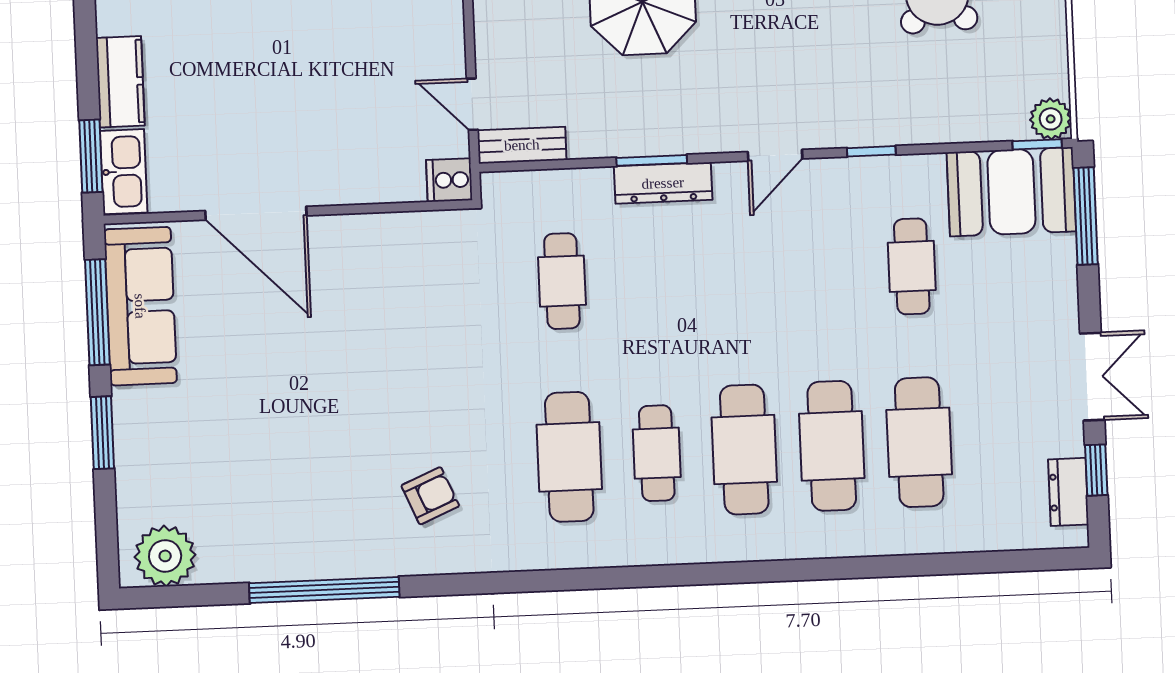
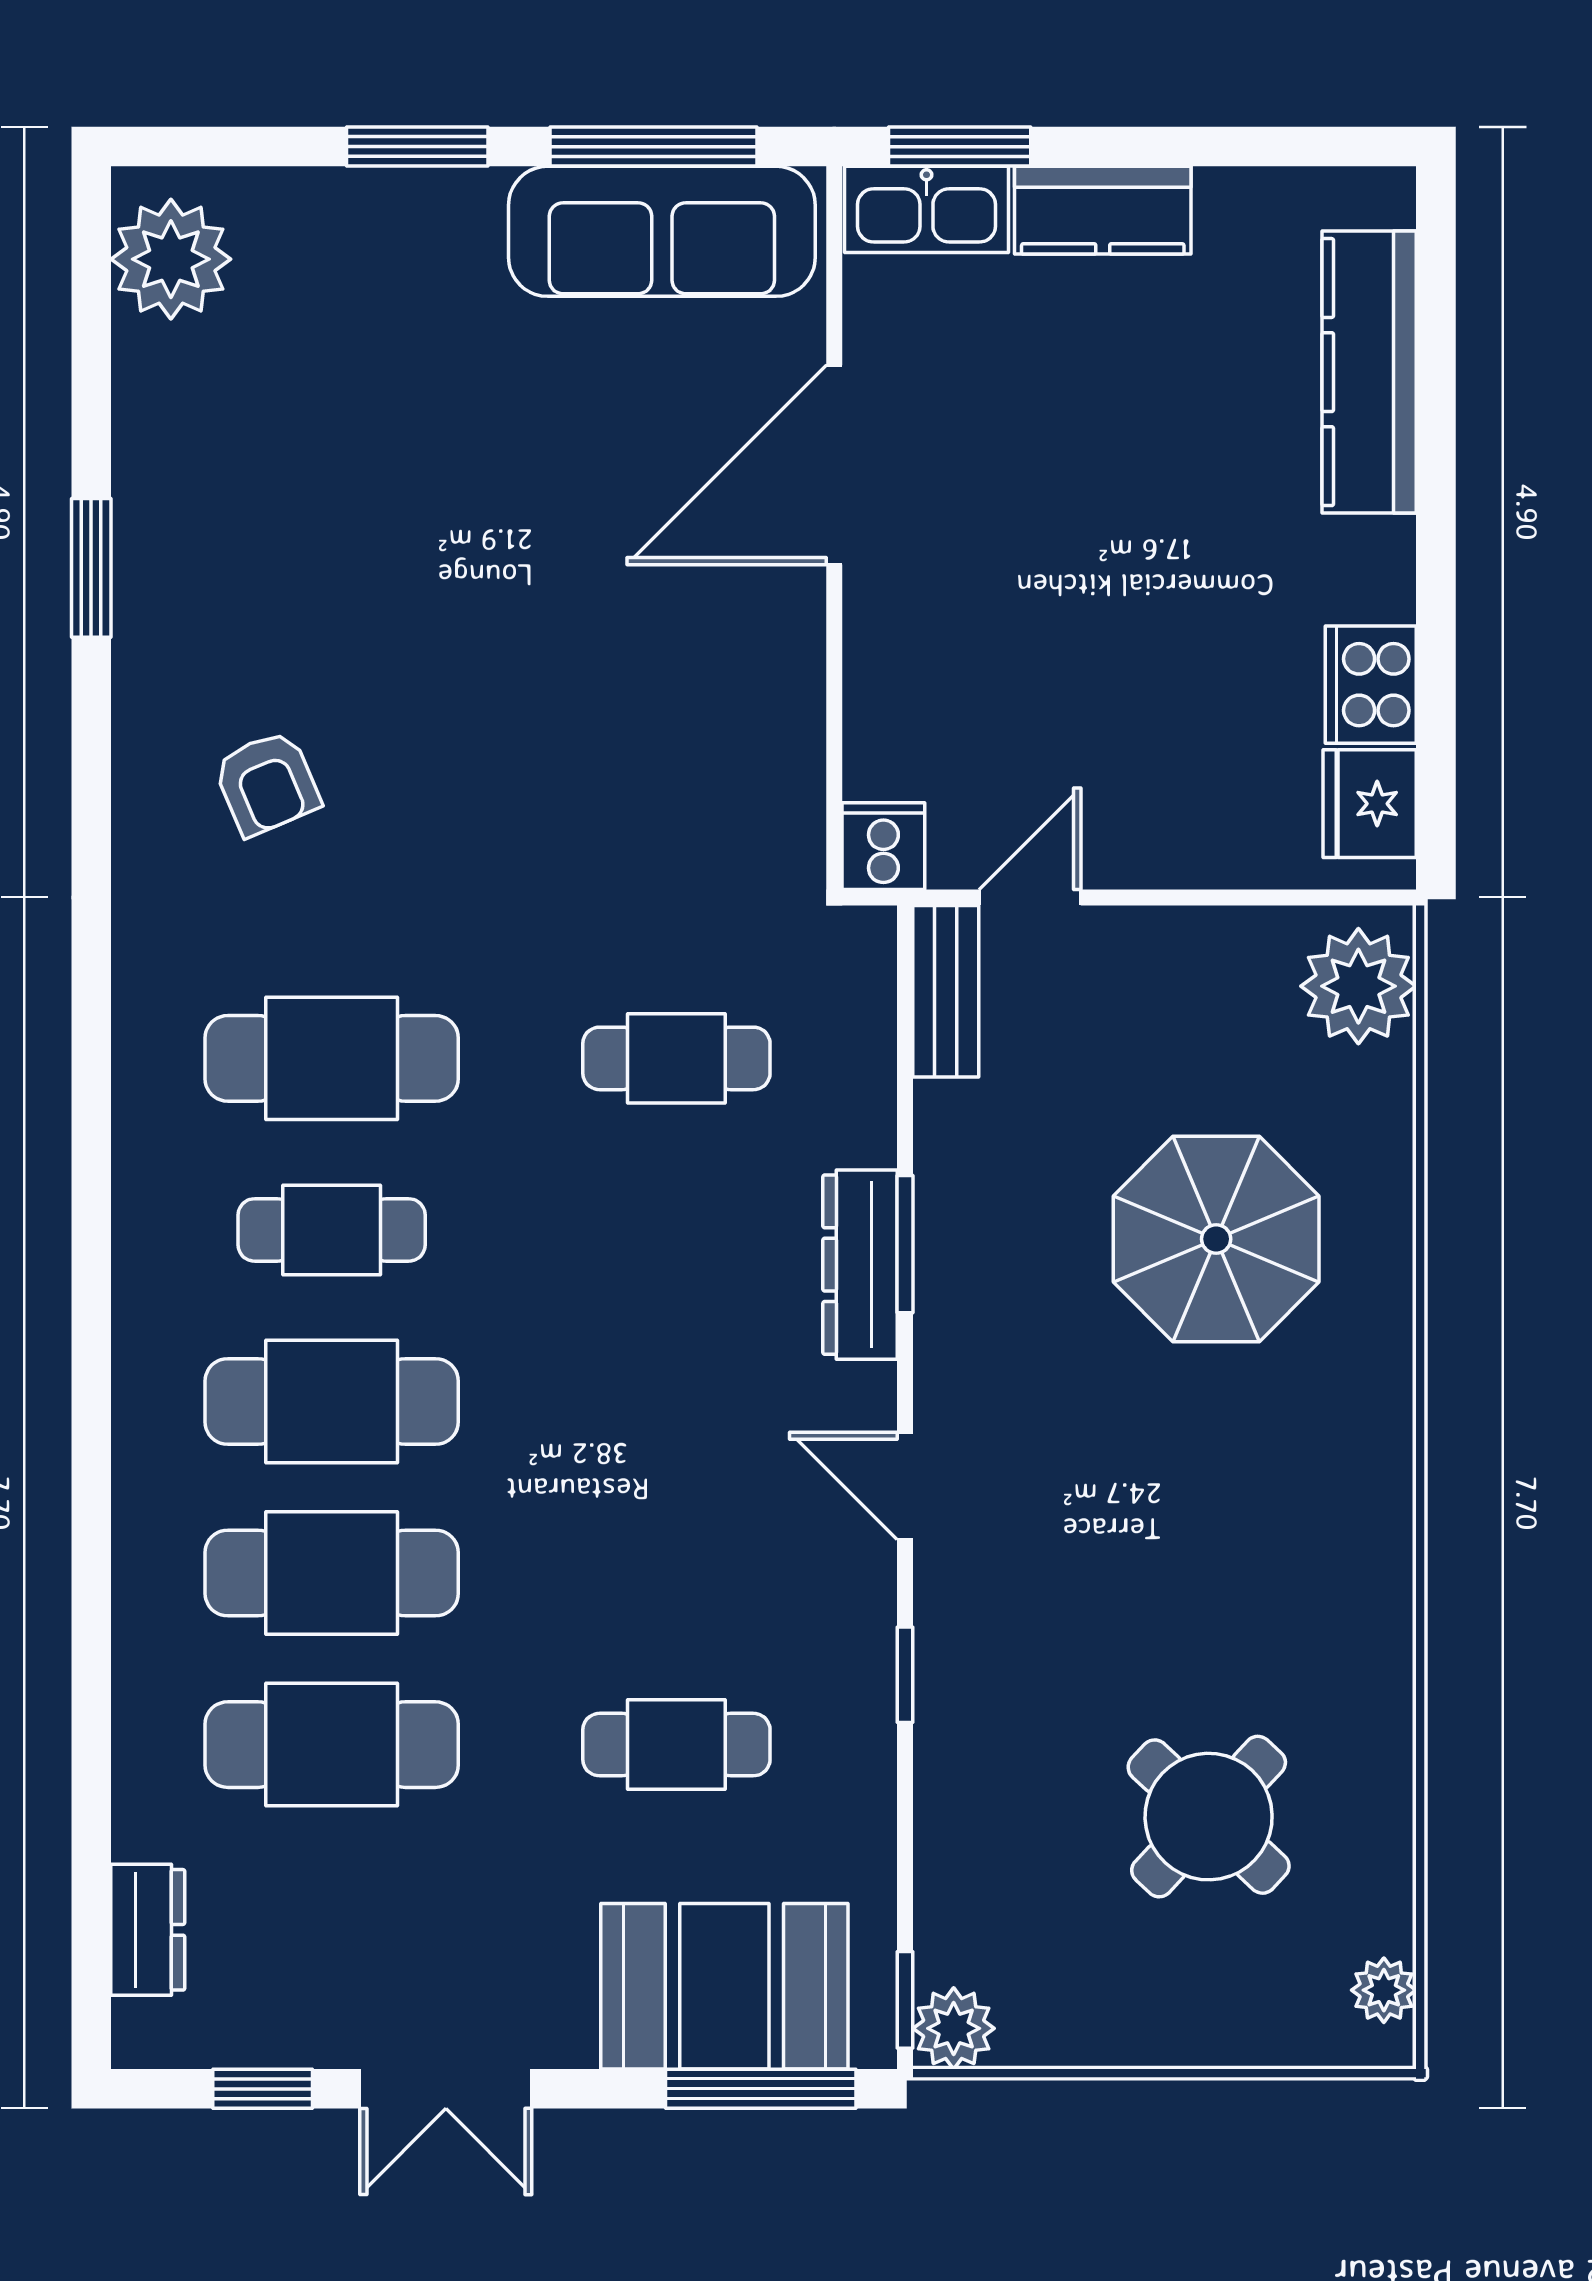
booth: (1011, 192) -> (724, 1986), moved, turned 90
dresser: (1068, 492) -> (148, 1930), moved, turned 90
window: (324, 590) -> (91, 568), width x0.47

